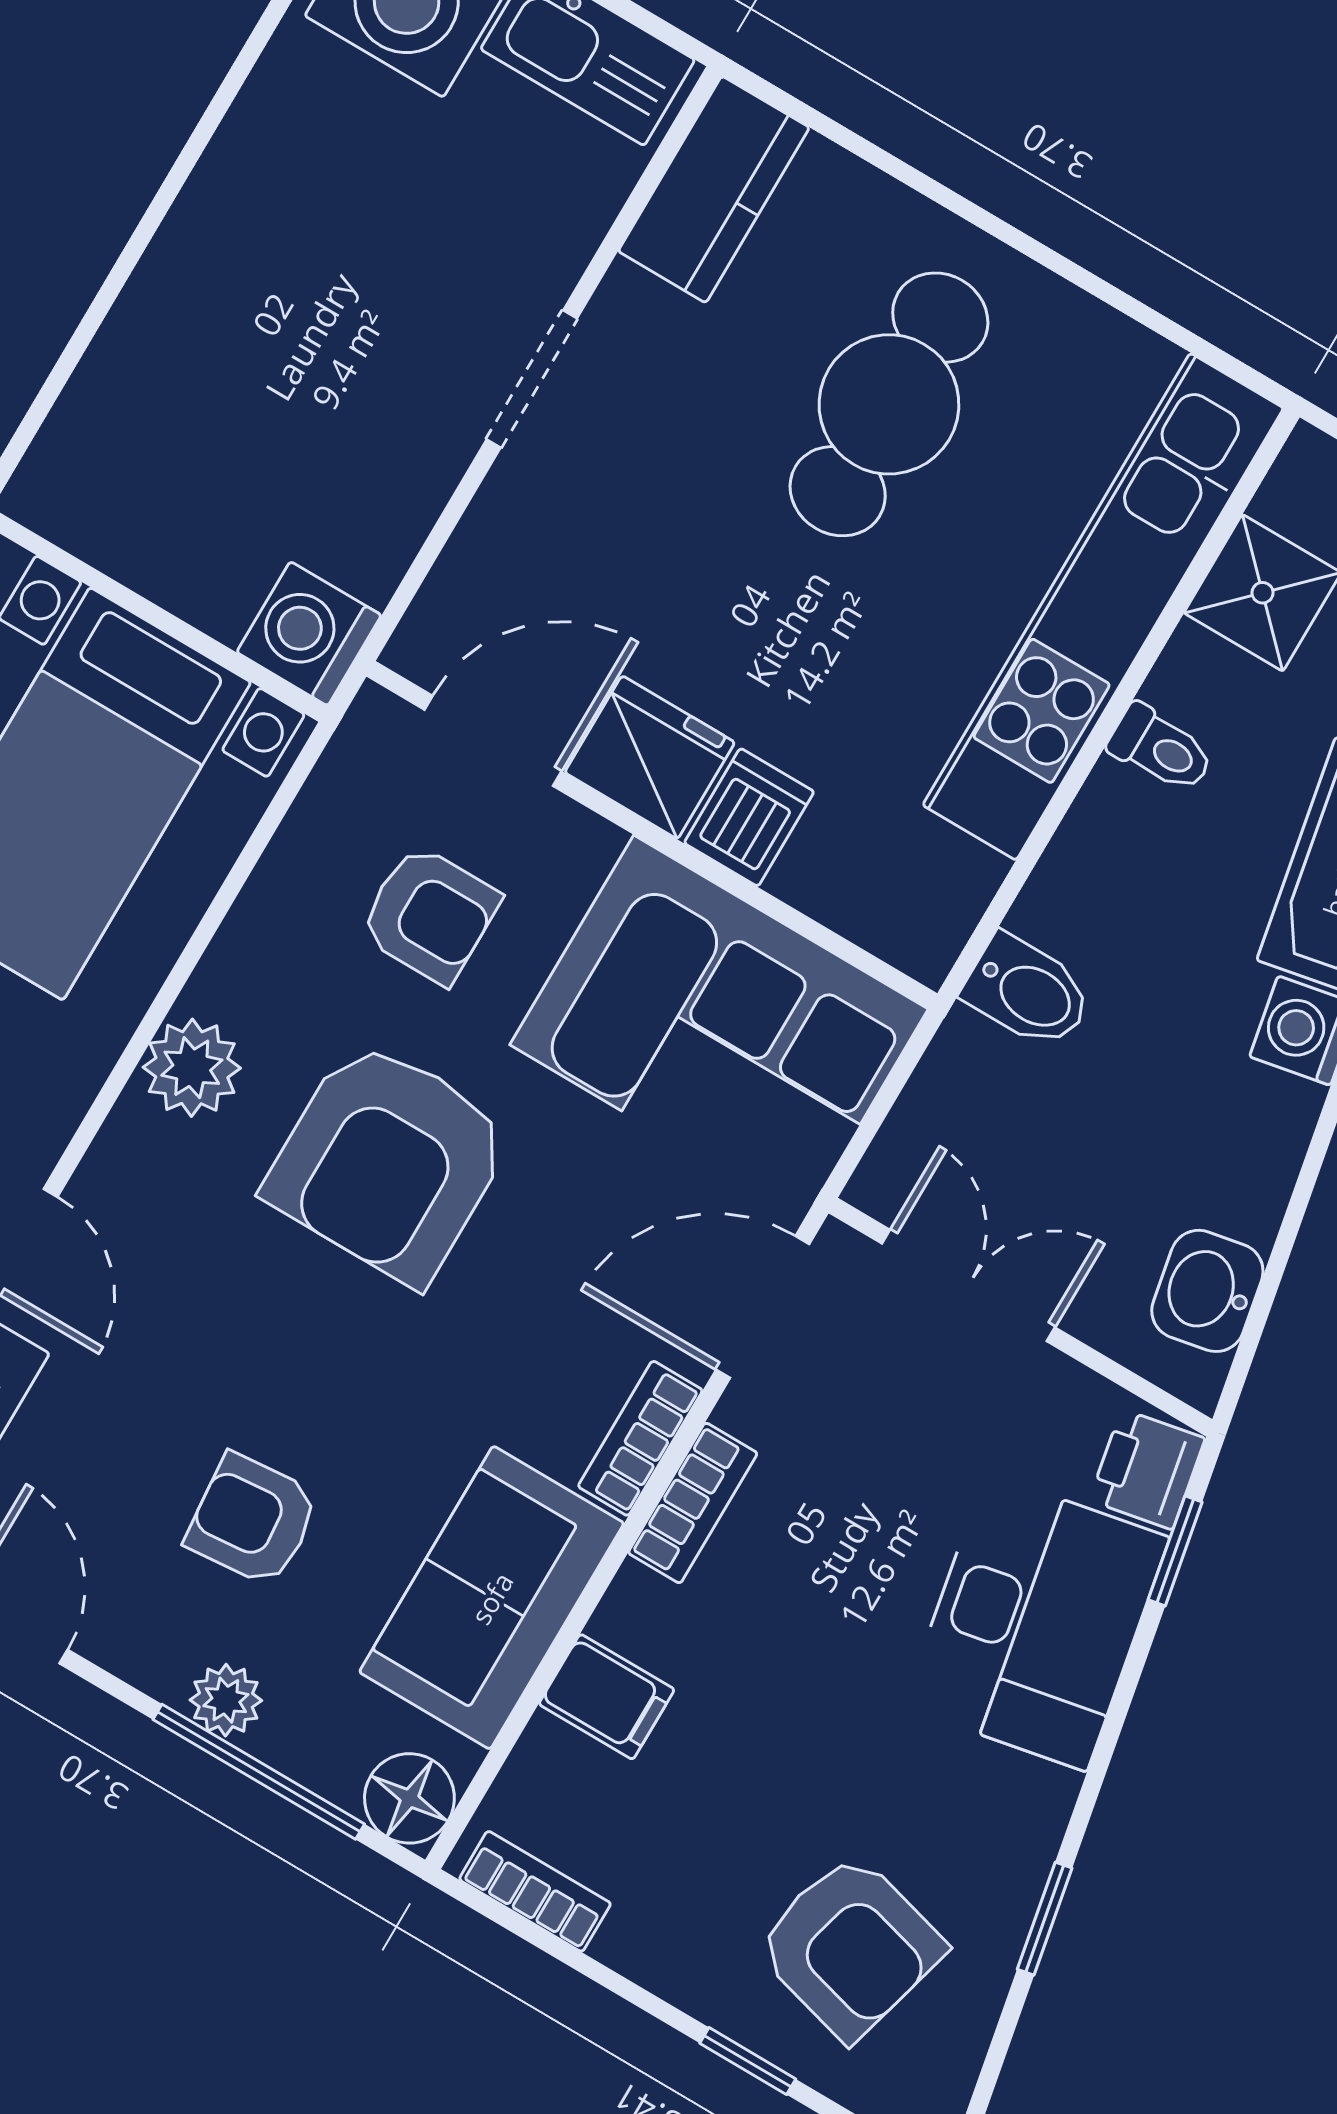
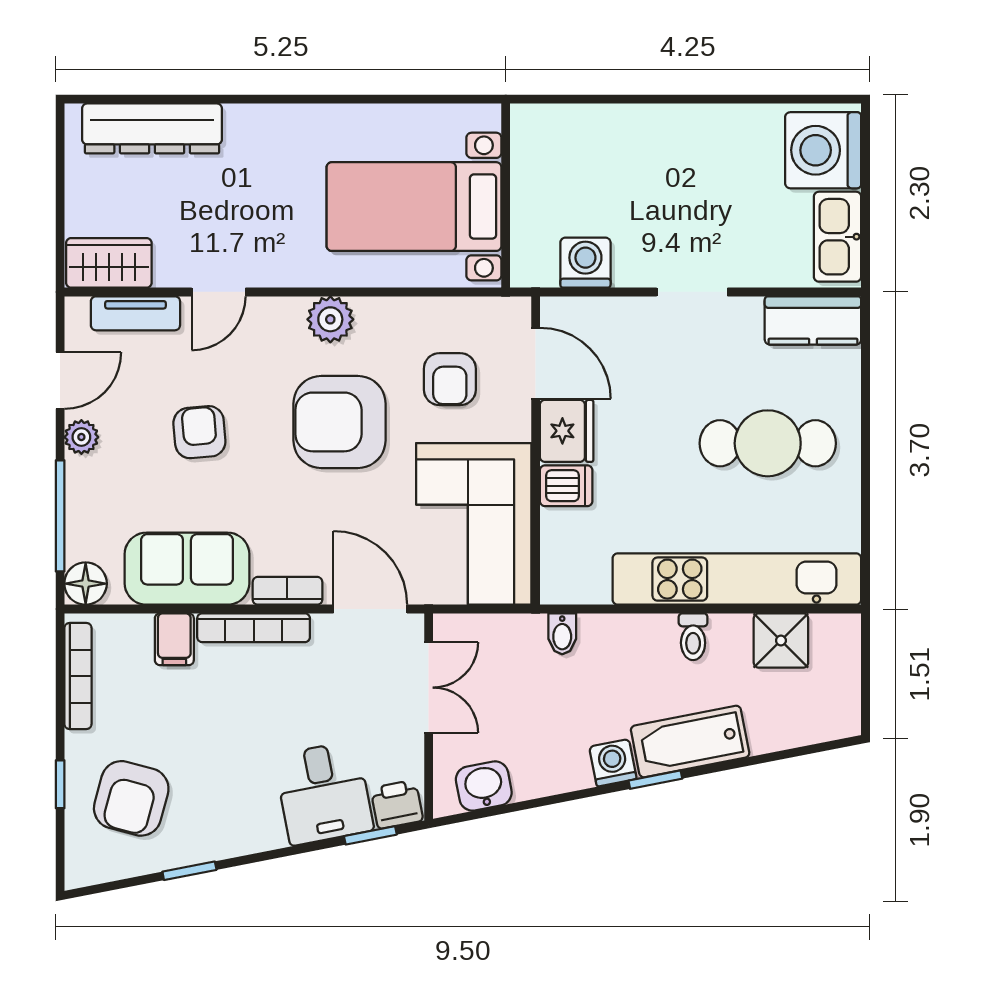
washing machine: (309, 634) -> (585, 263), moved
bidet: (1028, 992) -> (562, 634), width x0.72, depth x0.74
bookcase: (693, 1503) -> (254, 628), width x1.56
armchair: (252, 1520) -> (199, 432), moved
desk: (1036, 1622) -> (324, 793), width x0.73
plant: (226, 1700) -> (81, 437), moved
bookcase: (535, 1891) -> (78, 676), width x1.56

